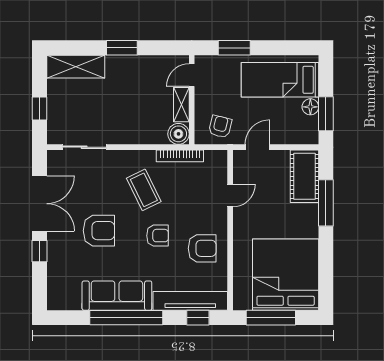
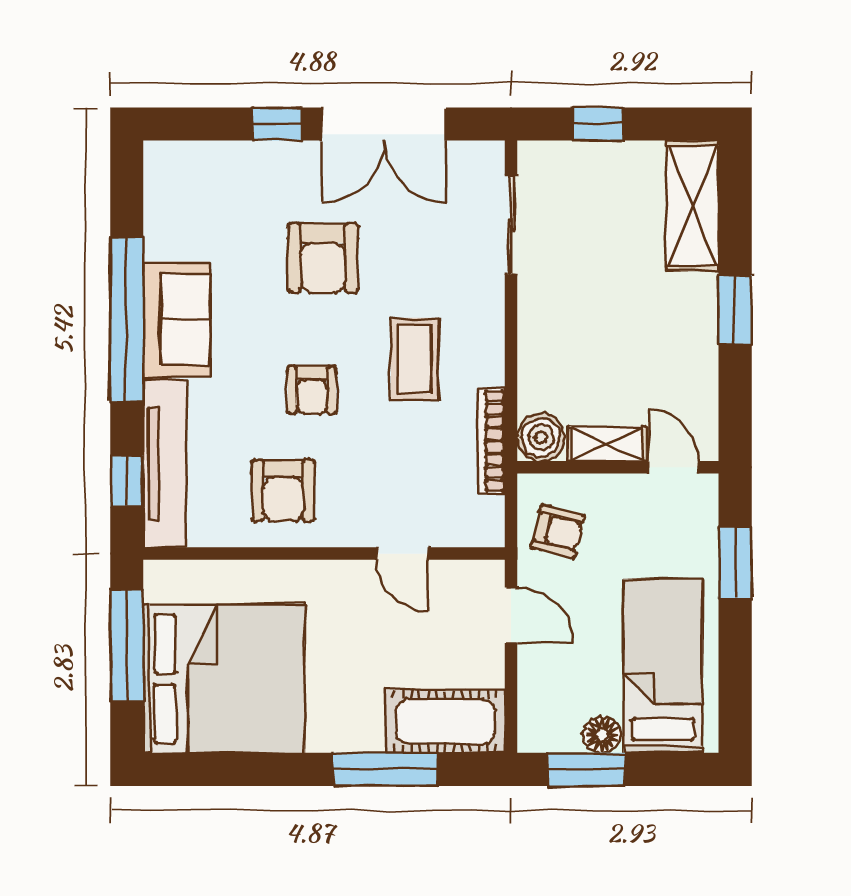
coffee table: (144, 190) -> (415, 359), turned -64
sofa: (117, 296) -> (176, 319), width x0.73

